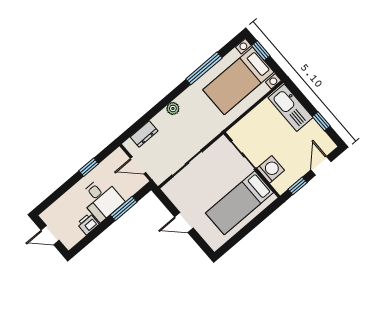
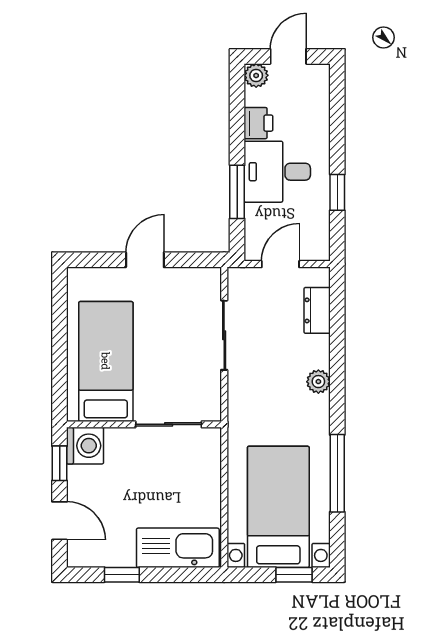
washing machine: (271, 169) -> (85, 446), moved, turned -90
plant: (69, 242) -> (256, 75), added

